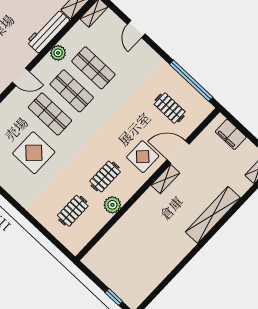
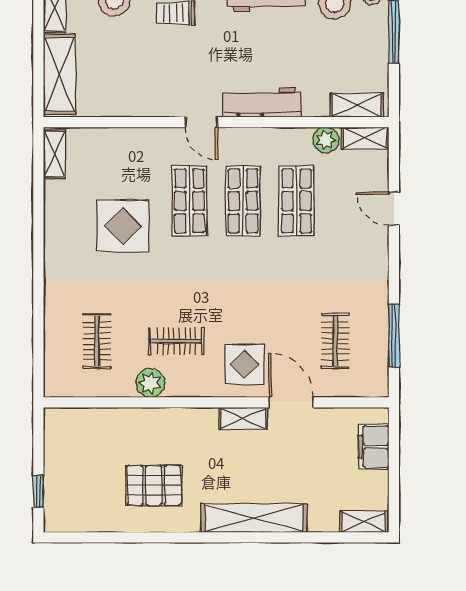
door: (136, 29) -> (394, 209), hinge flipped
workbench: (48, 31) -> (262, 103), moved
plant: (58, 53) -> (326, 140), moved
window: (191, 81) -> (394, 336), width x0.68
clothes rail: (73, 211) -> (97, 341), turned 90
pallet: (158, 245) -> (154, 485), added

